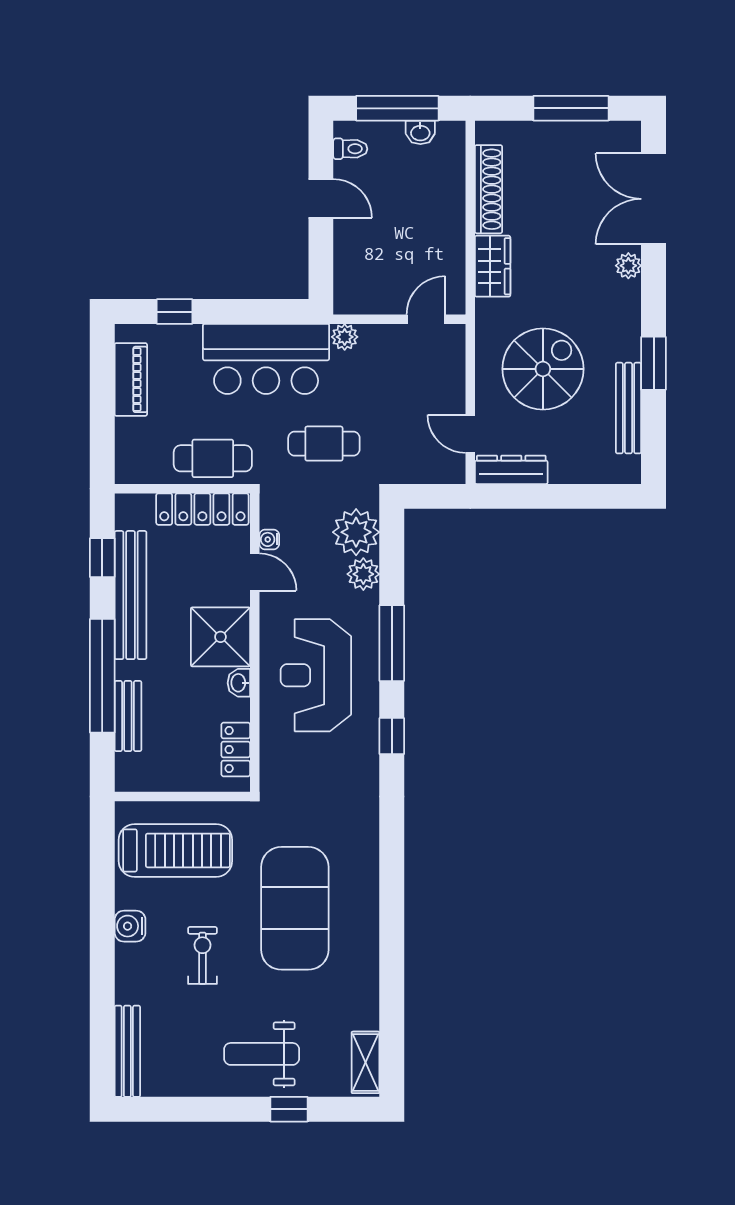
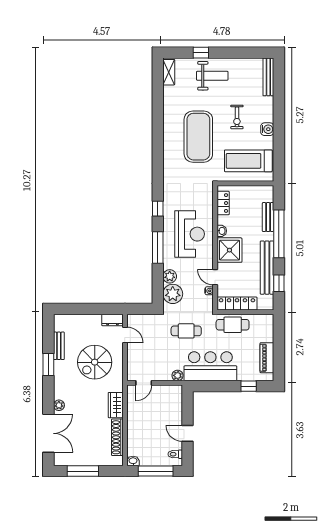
washbasin: (420, 132) -> (133, 461), moved
bench: (628, 408) -> (59, 346), width x0.73
dresser: (511, 470) -> (112, 320), width x0.70

